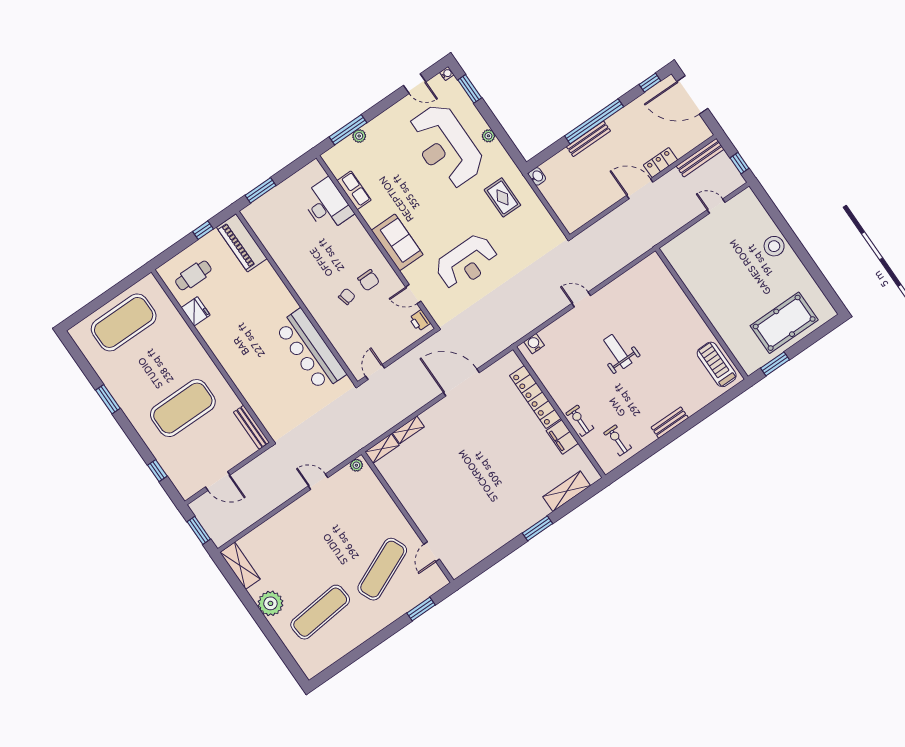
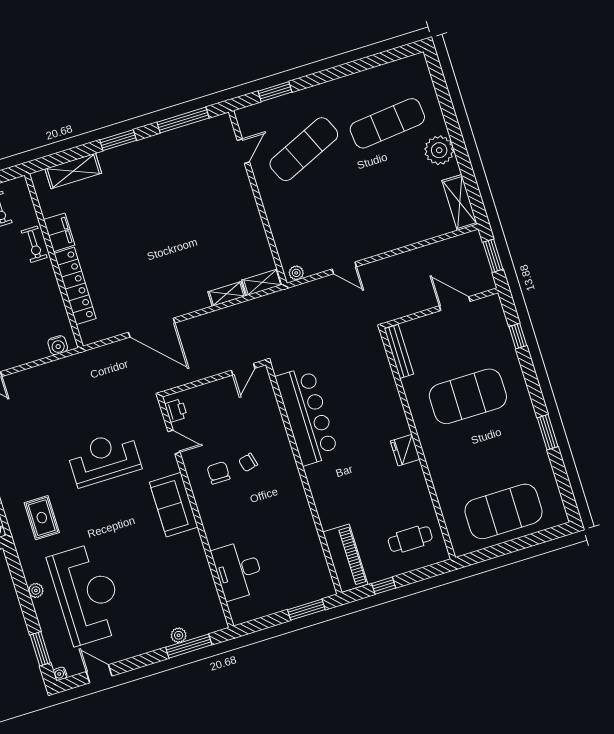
row of seats: (354, 190) -> (203, 577), removed
fridge: (196, 311) -> (405, 450), moved
window: (489, 562) -> (183, 120), added

